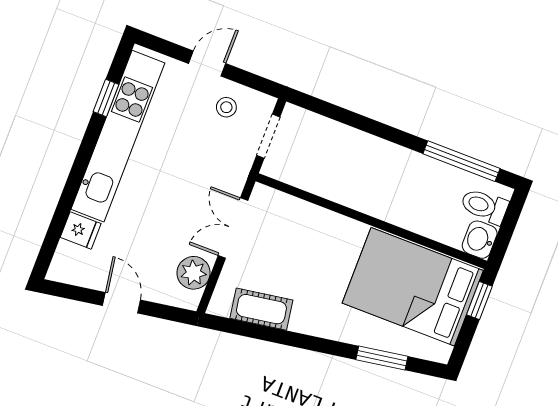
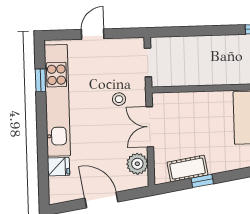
stool: (226, 107) -> (119, 99), moved
door: (121, 303) -> (101, 200), width x1.38
window: (275, 335) -> (202, 181), added

